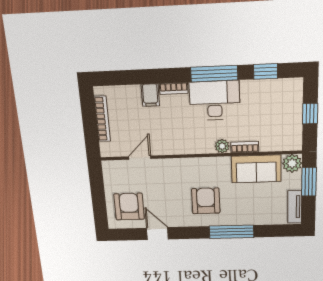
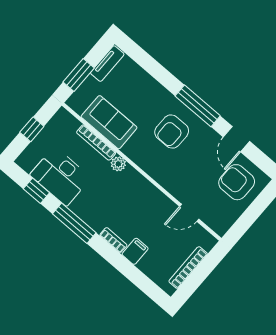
desk: (215, 101) -> (60, 176), moved
bookcase: (245, 147) -> (96, 142), width x1.56
plant: (292, 163) -> (78, 102), removed
armchair: (129, 206) -> (237, 182), turned 90
window: (232, 232) -> (198, 106), moved

